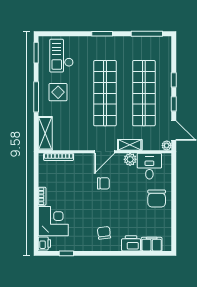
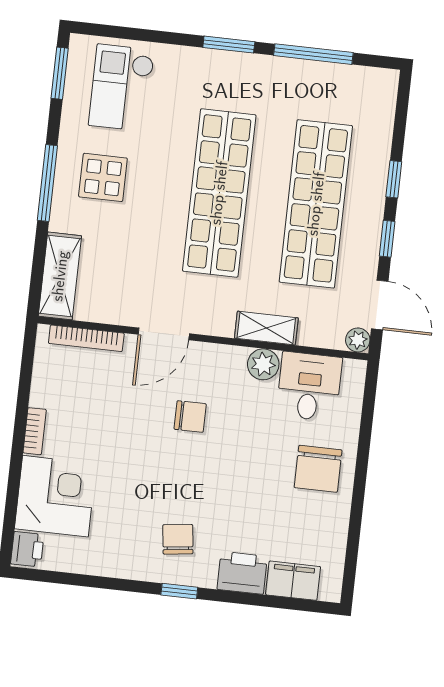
window: (147, 34) -> (313, 54), moved
door: (104, 152) -> (164, 334), moved
window: (66, 253) -> (179, 591), moved

